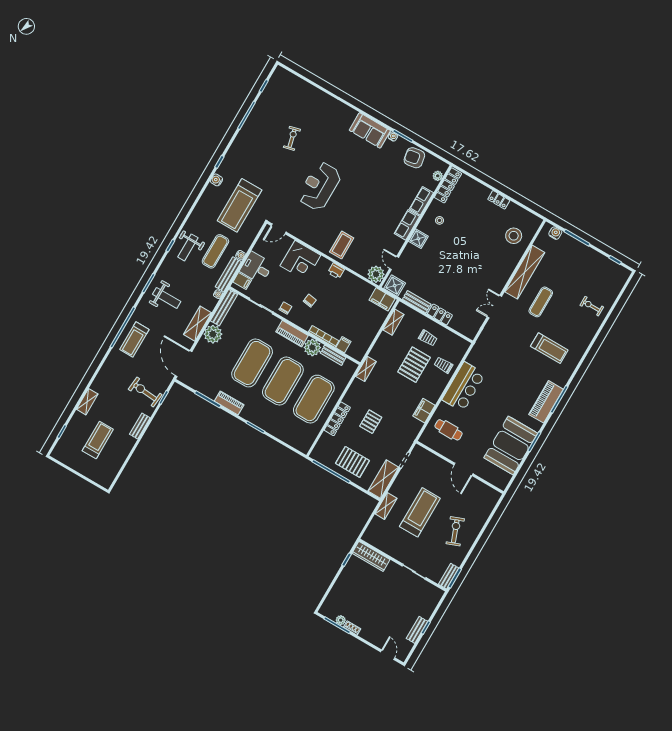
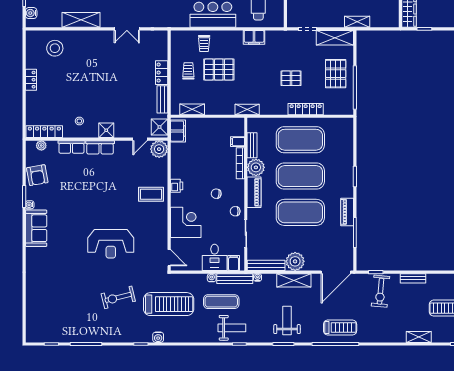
exercise bike: (292, 138) -> (118, 297), moved, width x1.38, depth x1.39
shelving: (525, 272) -> (81, 20), width x0.68

